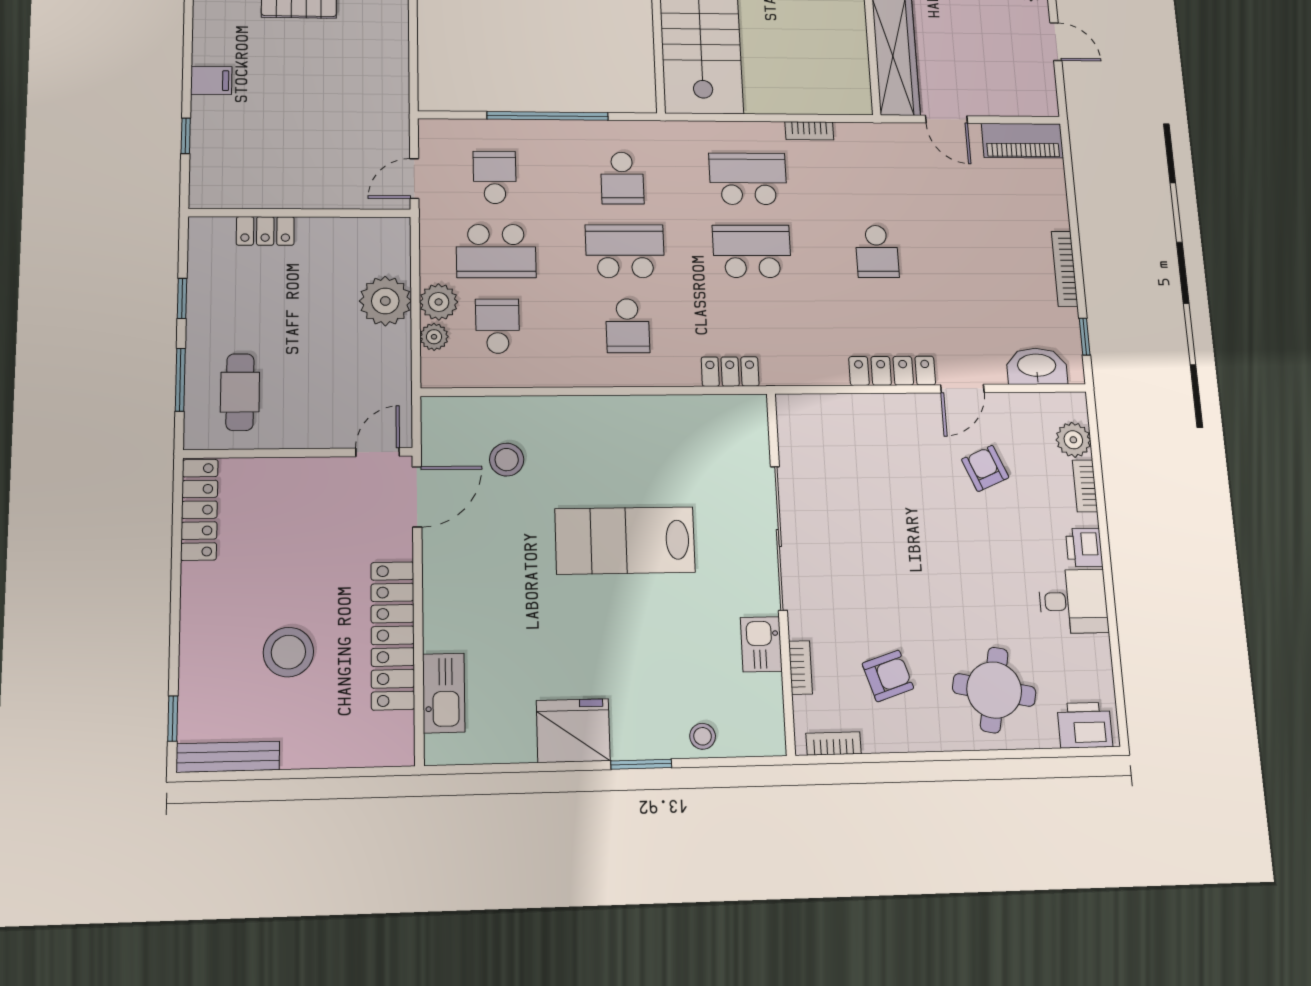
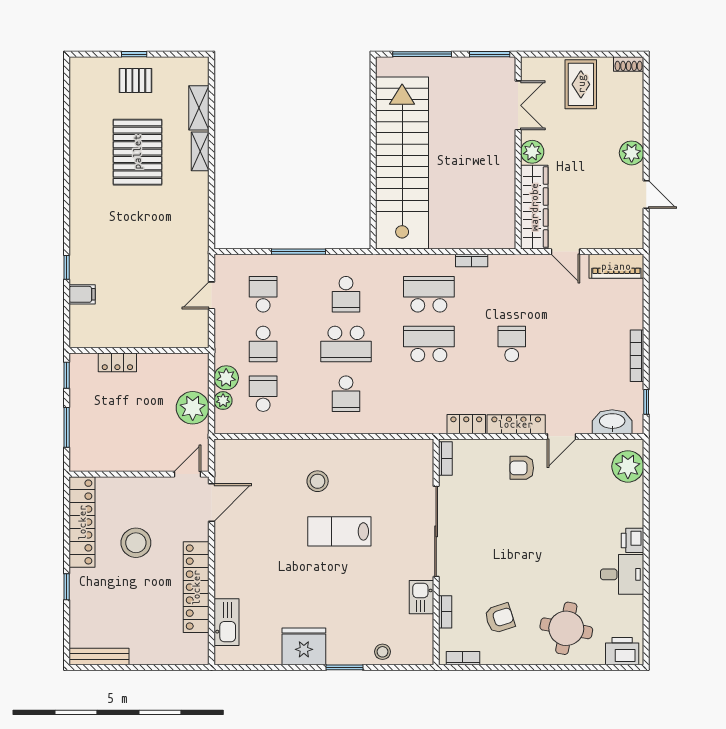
filing cabinet: (211, 80) -> (82, 294), moved
window: (548, 116) -> (299, 252), width x0.68
wall: (300, 213) -> (139, 350), moved
locker: (265, 231) -> (117, 362), moved
school desk: (496, 251) -> (263, 344), width x0.54
school desk: (625, 251) -> (346, 344), turned 180
school desk: (877, 251) -> (512, 344), turned 180
plant: (385, 301) -> (193, 408), moved
locker: (730, 372) -> (466, 424), moved
cafe table: (240, 392) -> (103, 435), removed
plant: (1073, 440) -> (628, 466), width x1.36, depth x1.36
stool: (507, 460) -> (318, 481), moved
armchair: (985, 468) -> (522, 468), moved, turned -67
bookcase: (1085, 486) -> (445, 458), moved, turned 180
locker: (199, 510) -> (82, 522), width x1.41, depth x1.21
lab bench: (625, 540) -> (339, 531), width x0.73, depth x0.72
stool: (288, 652) -> (136, 543), moved
window: (173, 719) -> (67, 587), moved

